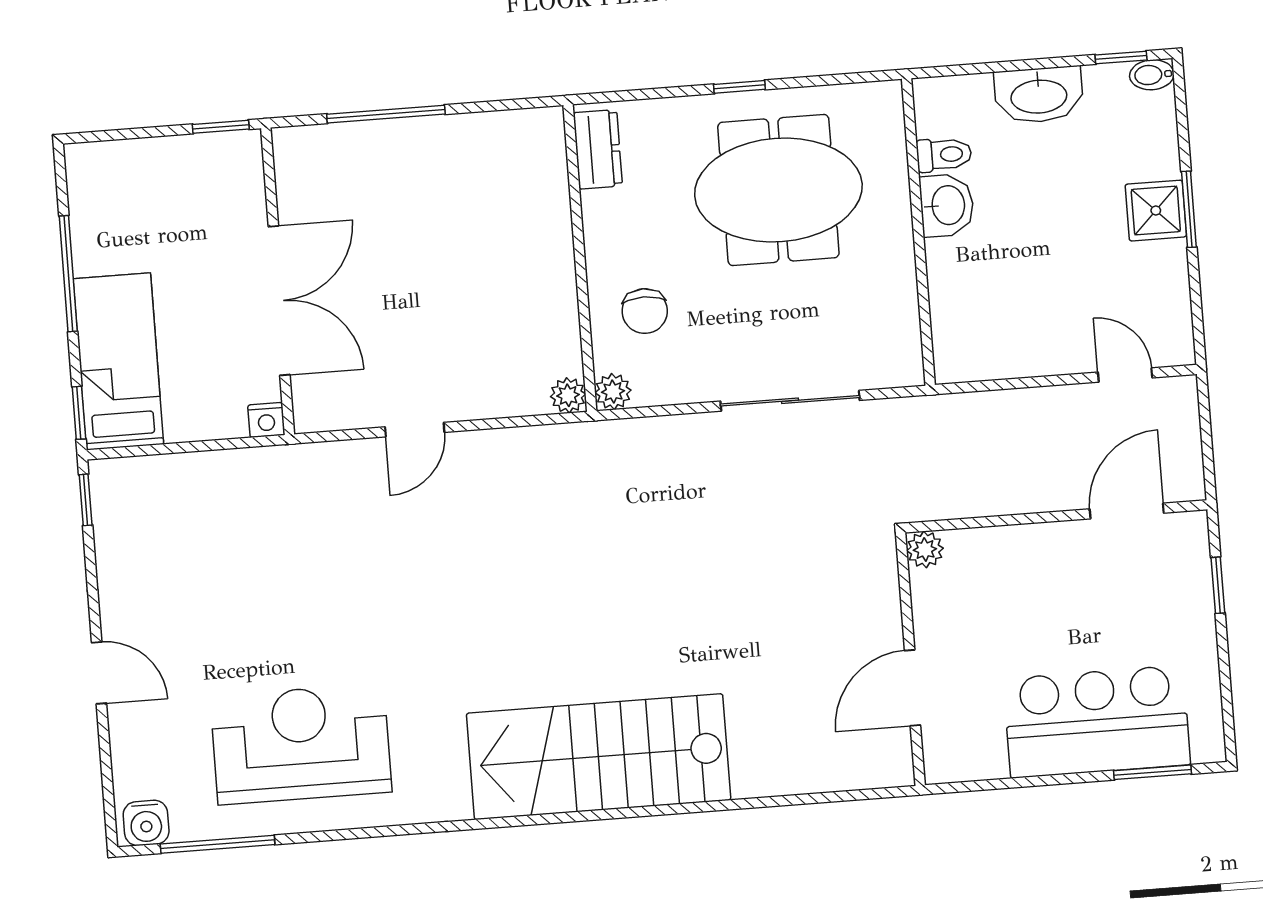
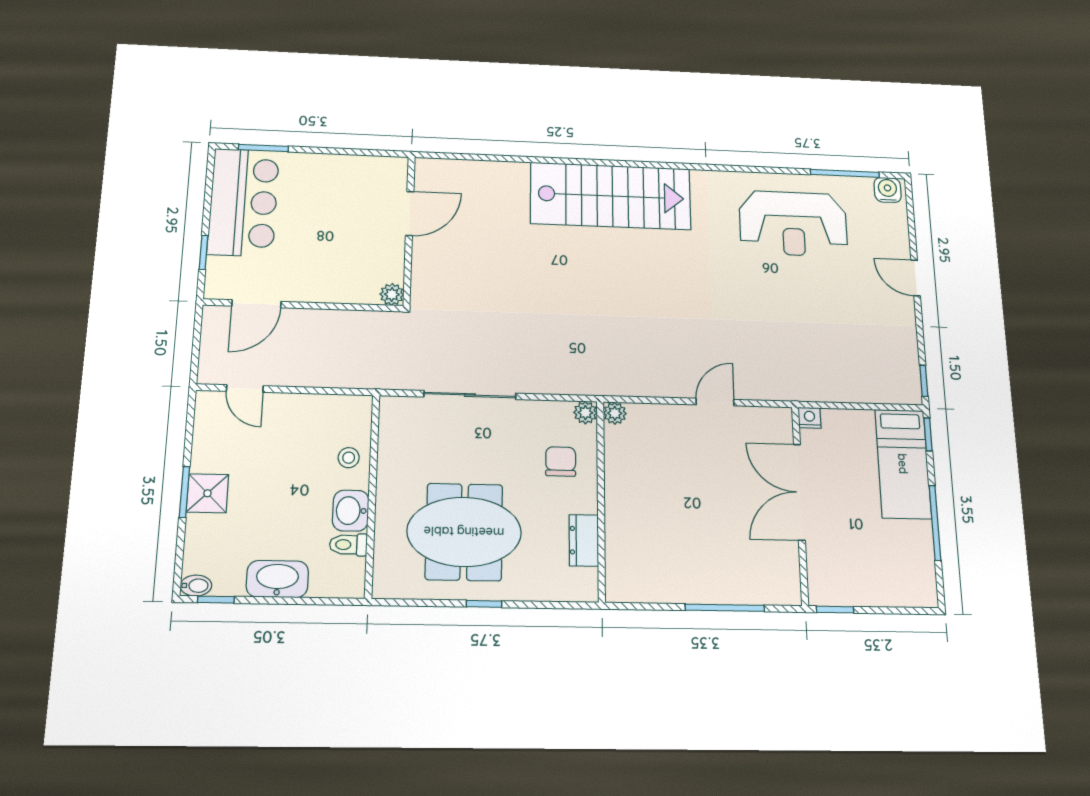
dresser: (598, 149) -> (584, 540), moved
stool: (959, 285) -> (349, 458), added
bar counter: (1097, 722) -> (243, 202), moved, turned -90

